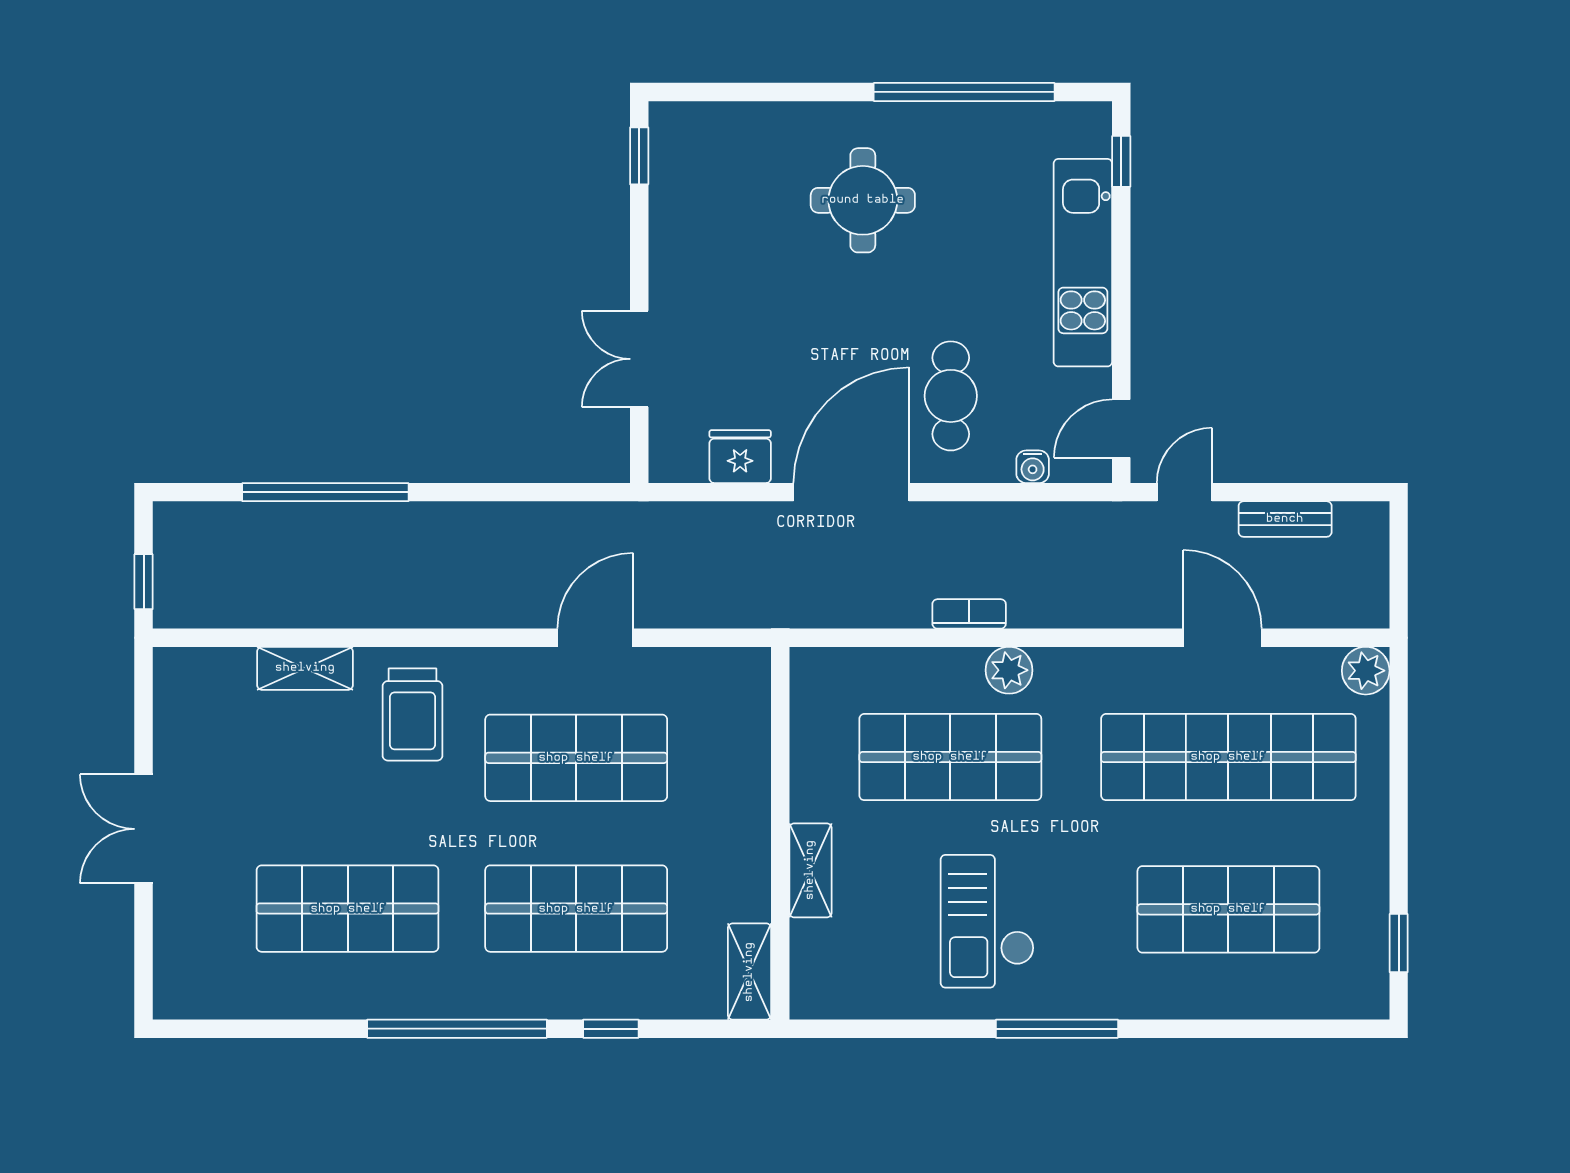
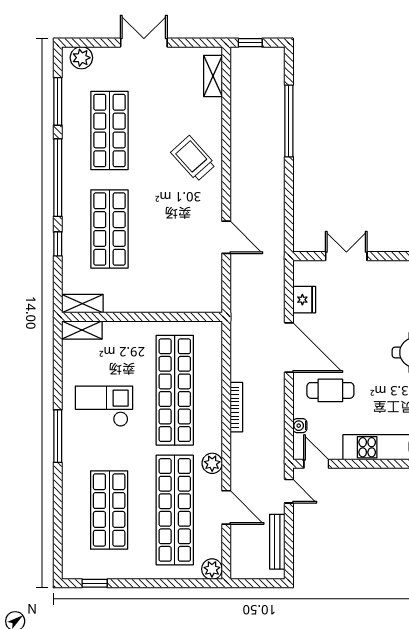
bench: (1285, 519) -> (277, 542), width x1.36
bookcase: (969, 614) -> (236, 407), width x1.56
door: (1222, 638) -> (226, 507), hinge flipped
shelving: (305, 668) -> (213, 76), moved
plant: (1009, 670) -> (212, 463), moved
trolley: (413, 714) -> (193, 159), turned 48
shop shelf: (950, 757) -> (175, 390), width x1.40
shop shelf: (576, 758) -> (174, 229), removed
shelving: (810, 870) -> (82, 330), moved
plant: (179, 974) -> (81, 58), added
window: (280, 1029) -> (58, 101), added

